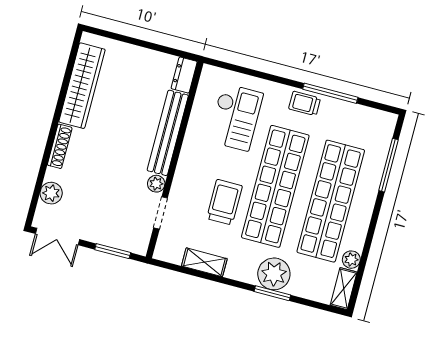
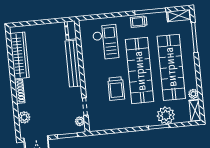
plant: (156, 184) -> (80, 121), moved
trolley: (224, 202) -> (116, 89), turned 180
shelving: (204, 262) -> (179, 16), moved
plant: (274, 274) -> (166, 115), moved

